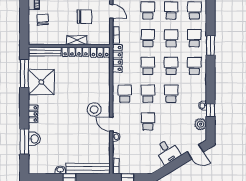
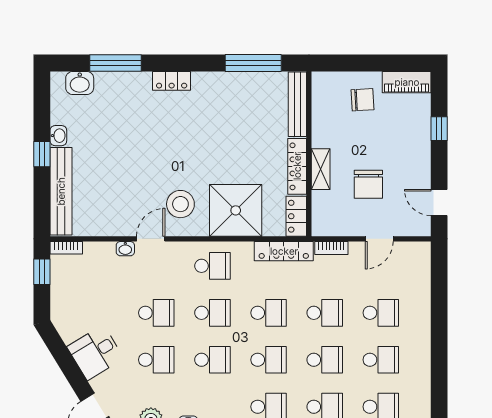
shower: (41, 82) -> (236, 210), moved
school desk: (171, 121) -> (156, 360), added
washbasin: (34, 139) -> (80, 83), moved

